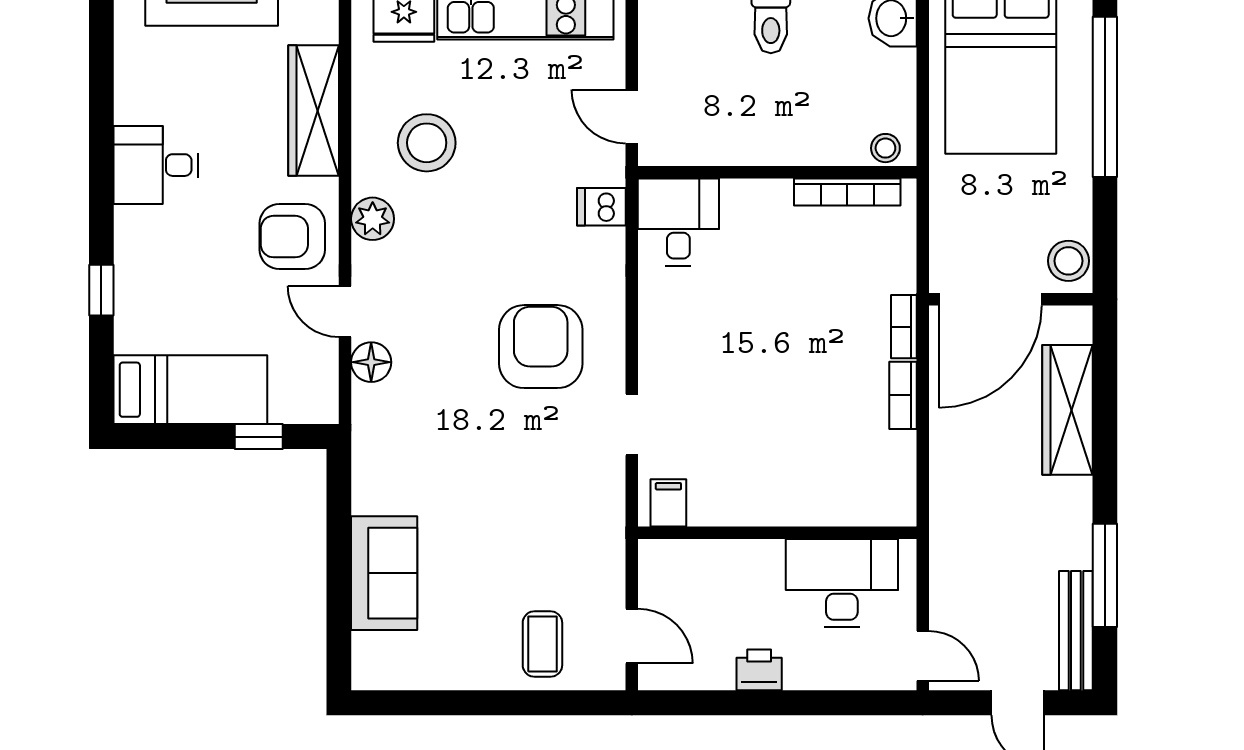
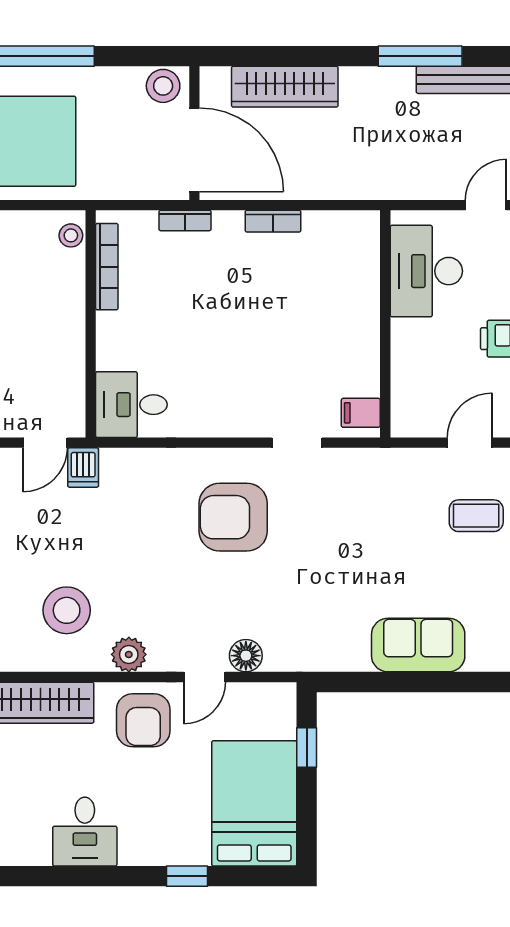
dishwasher: (601, 207) -> (83, 467), moved
bookcase: (904, 327) -> (185, 220), moved
bed: (190, 390) -> (254, 803), width x1.50

